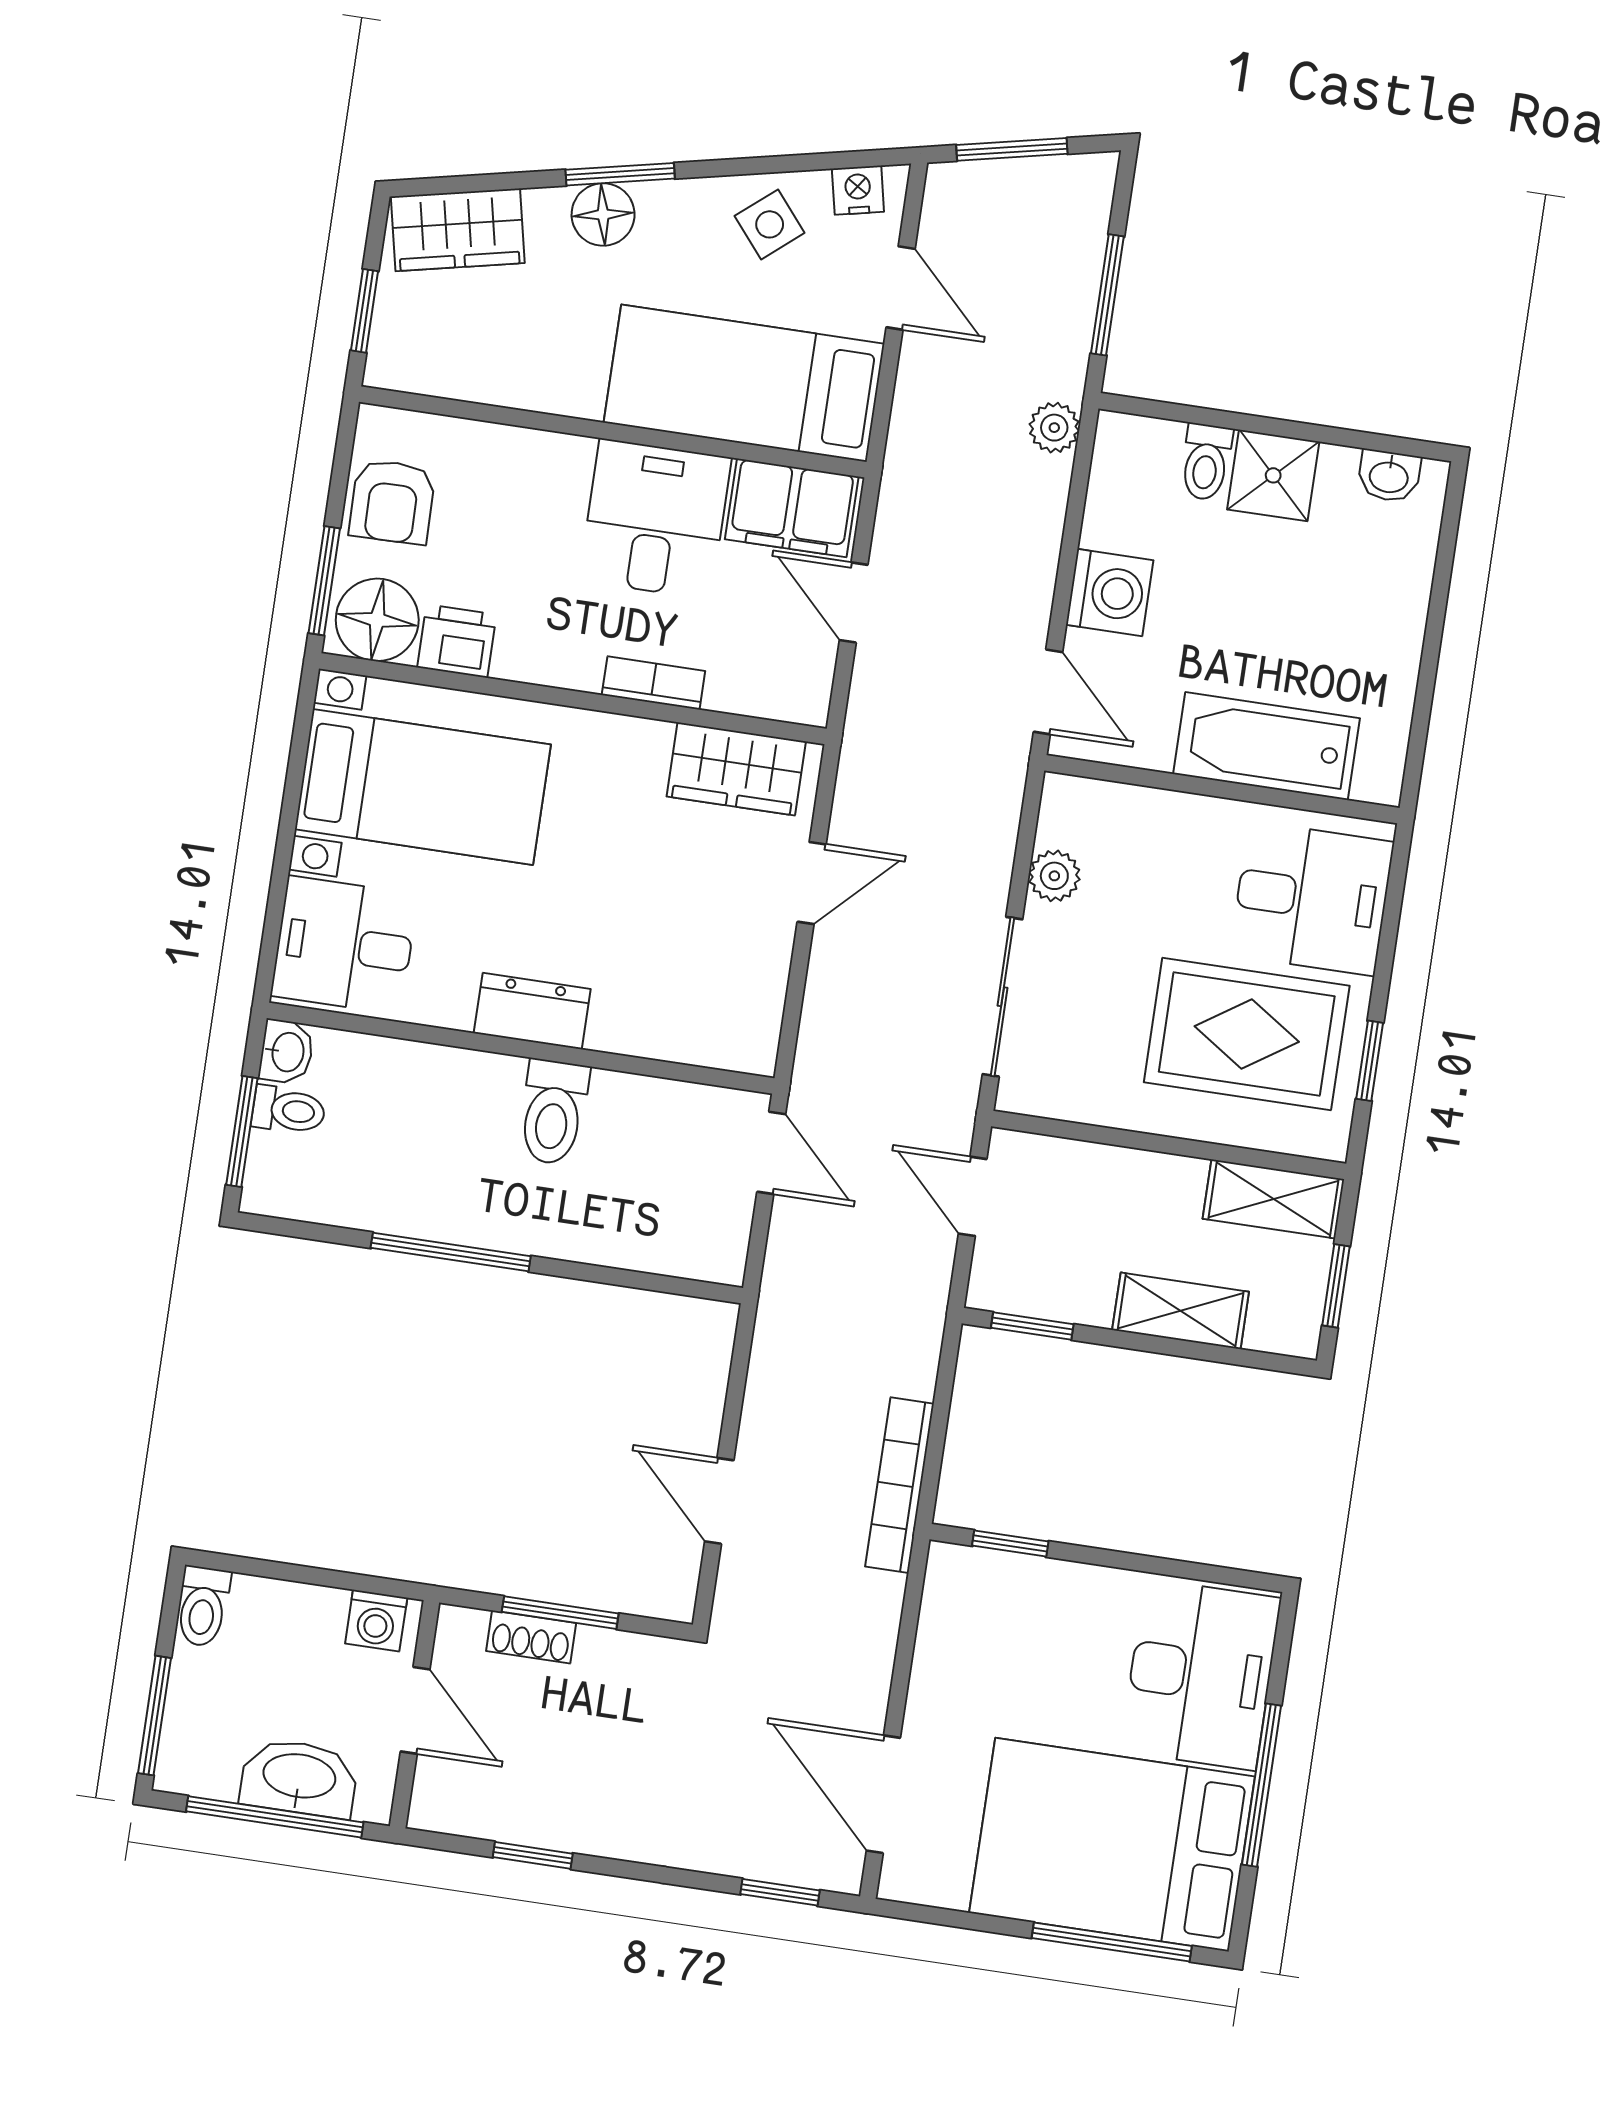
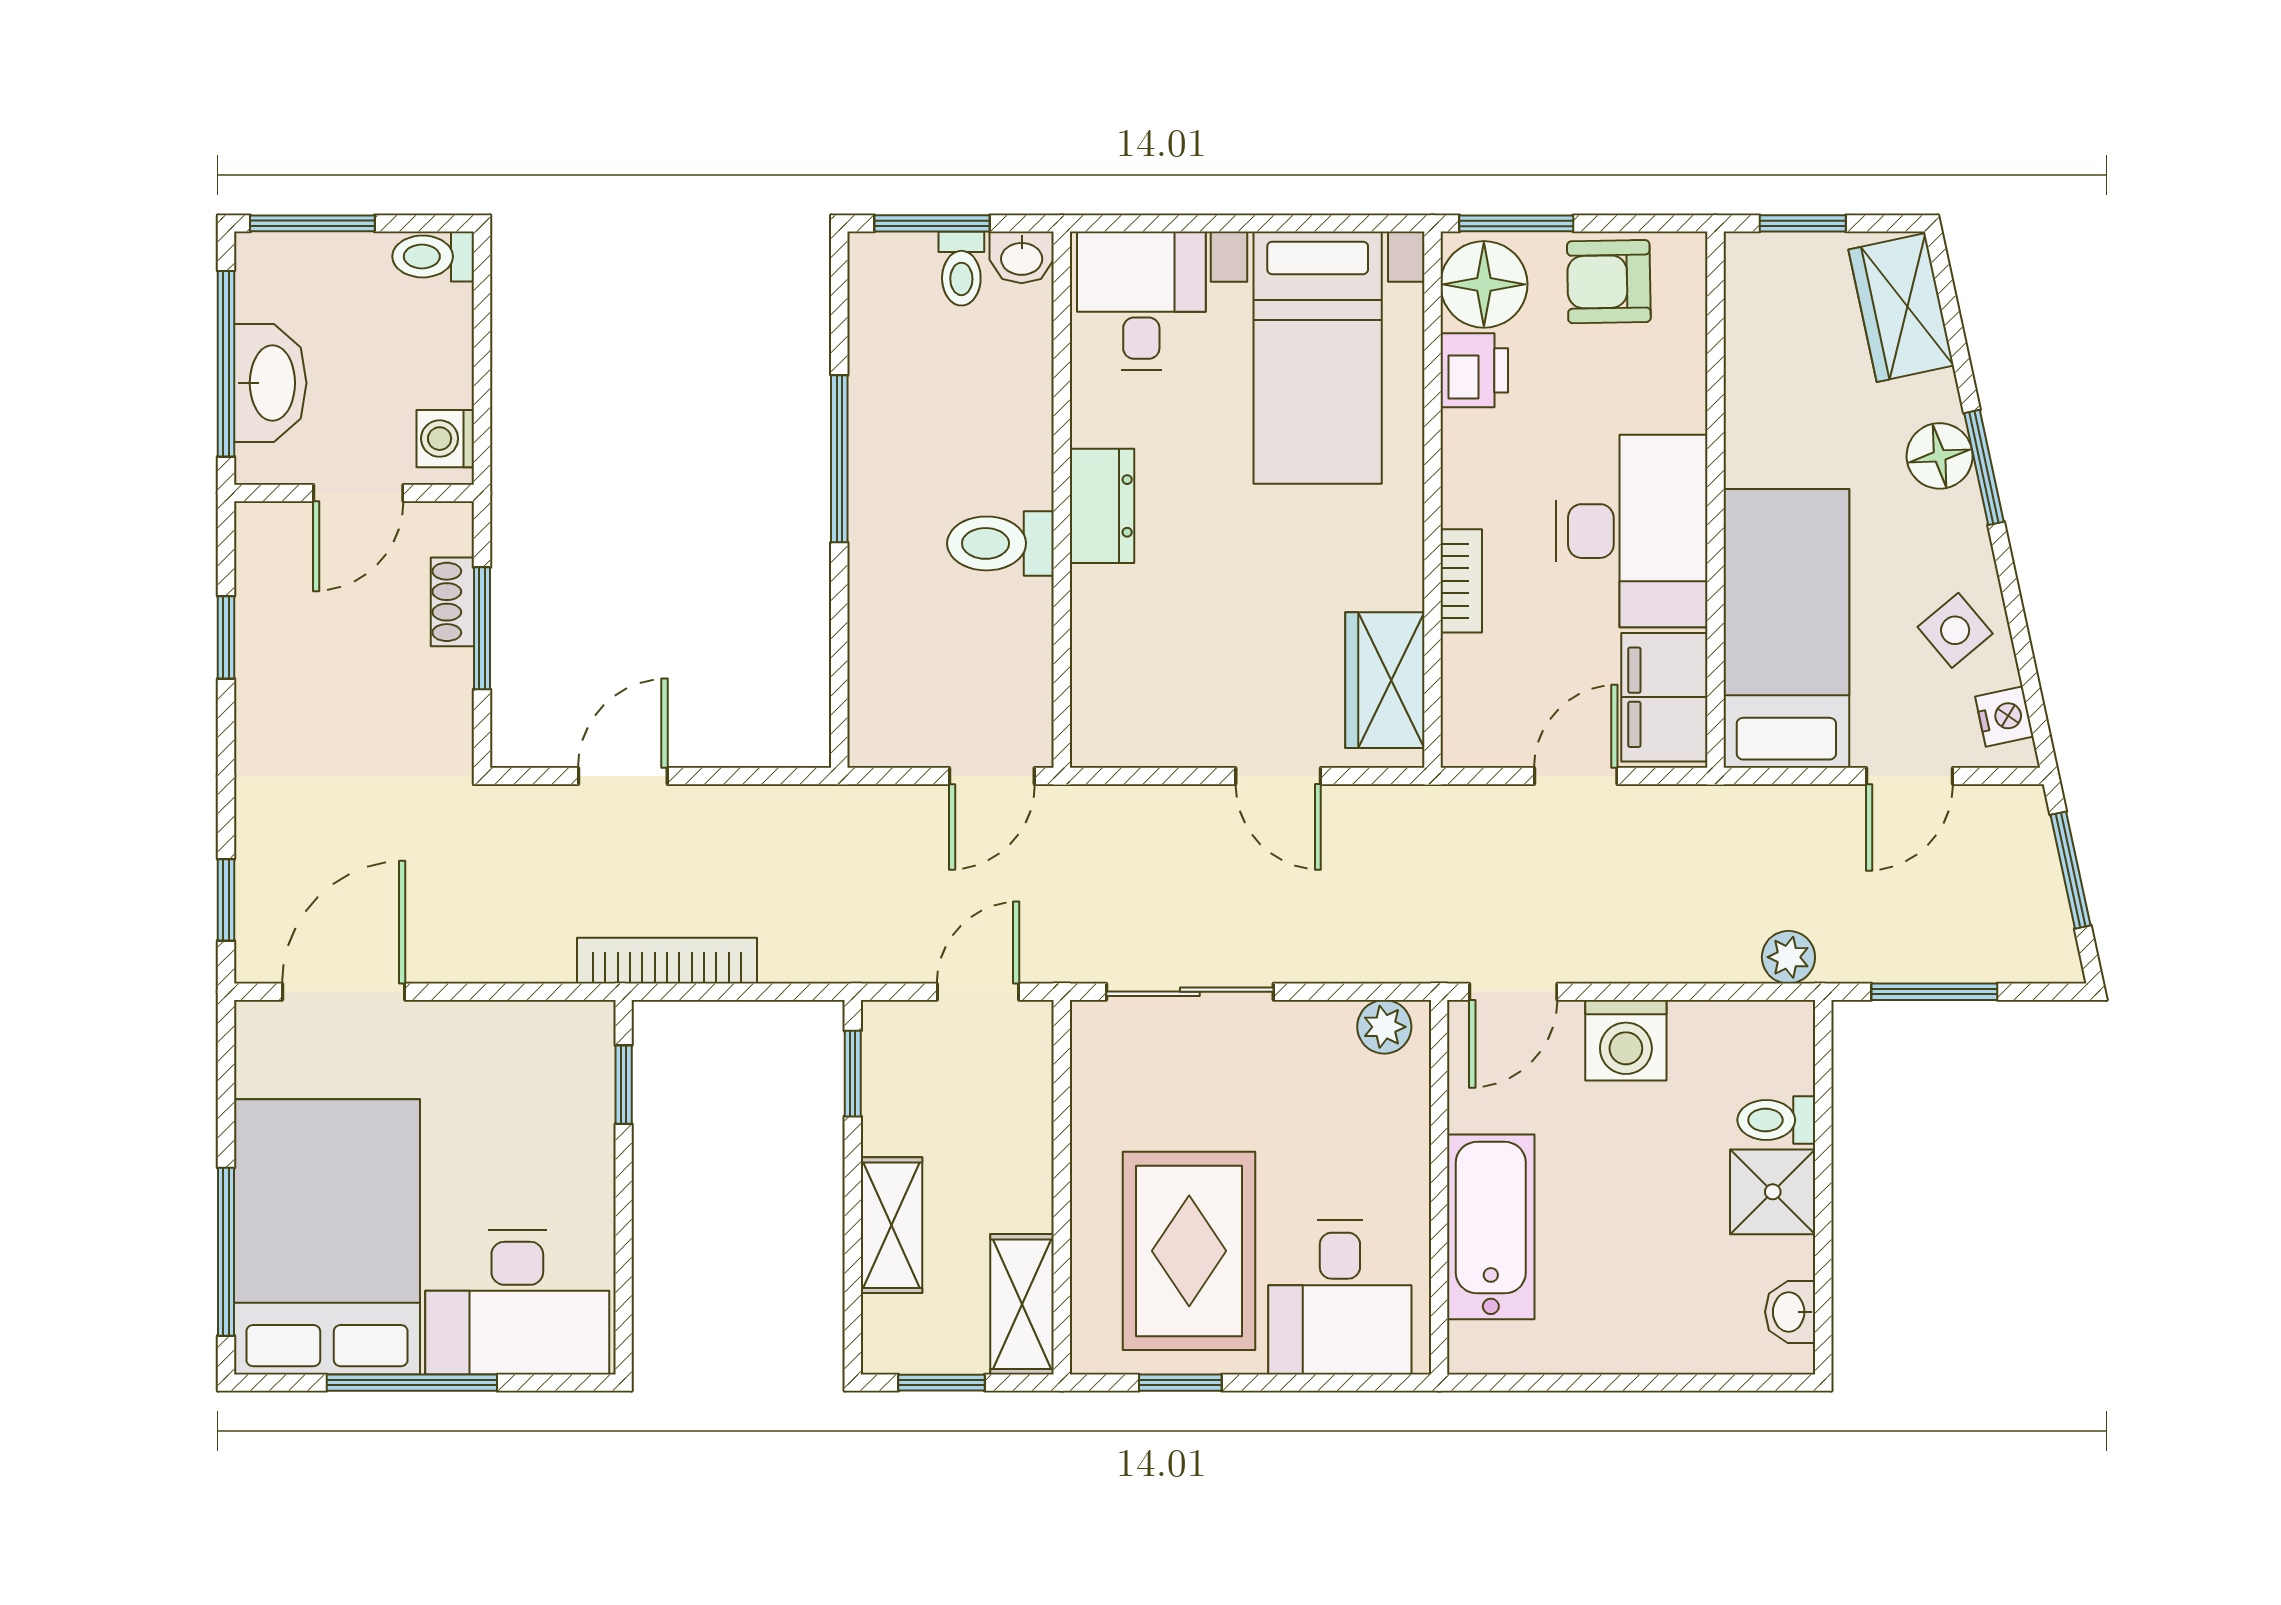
desk: (655, 519) -> (1632, 531), width x1.37
plant: (1054, 876) -> (1384, 1027), moved

